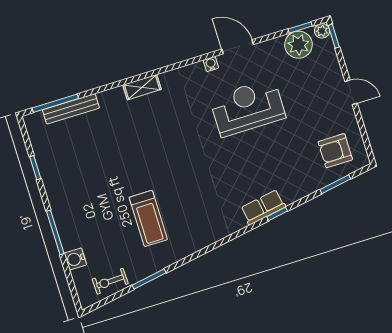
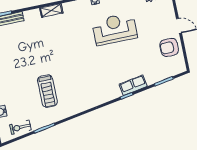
armchair: (335, 151) -> (169, 47), moved
row of seats: (263, 207) -> (133, 85), moved

